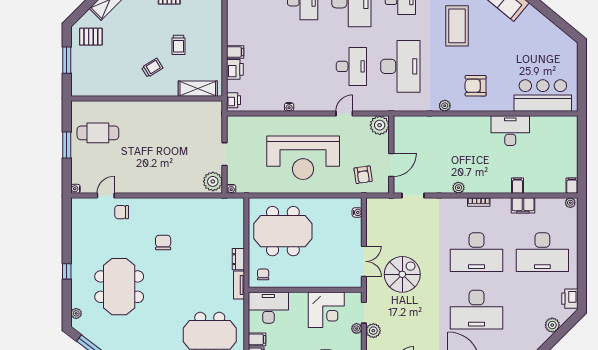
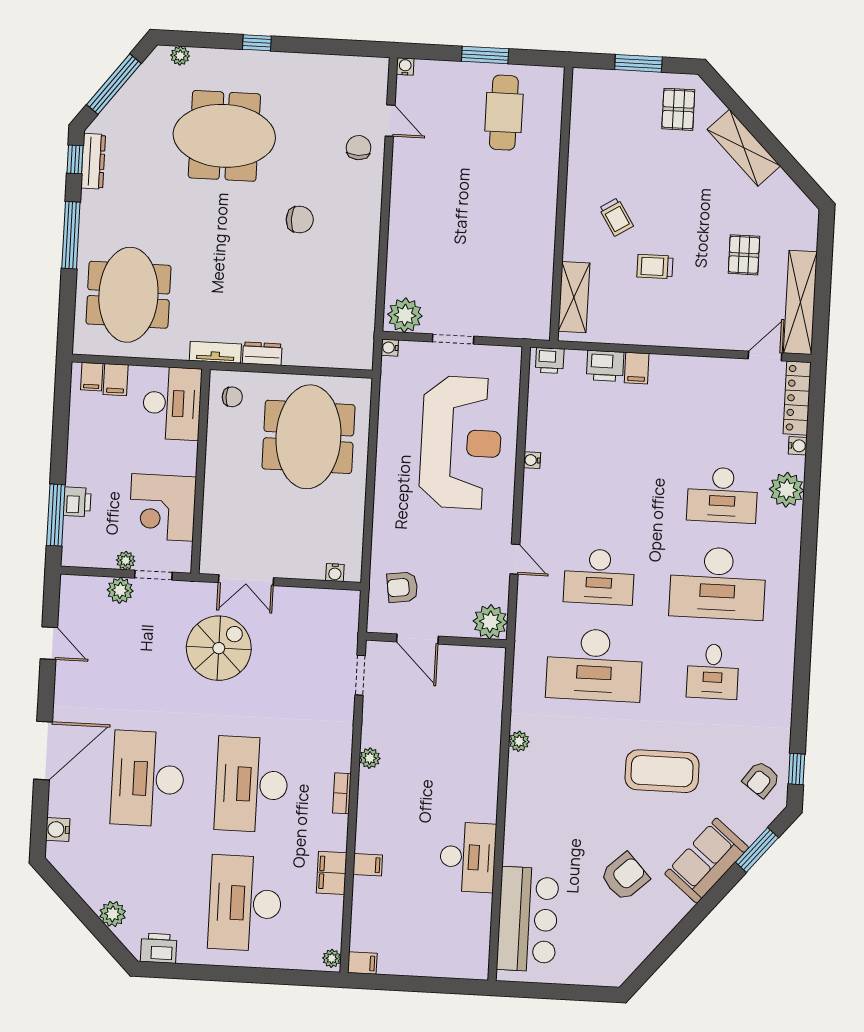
armchair: (476, 86) -> (625, 877), moved, turned 47
reception desk: (303, 158) -> (461, 443), moved, turned 180
spiral stairs: (402, 274) -> (219, 648), turned -90

